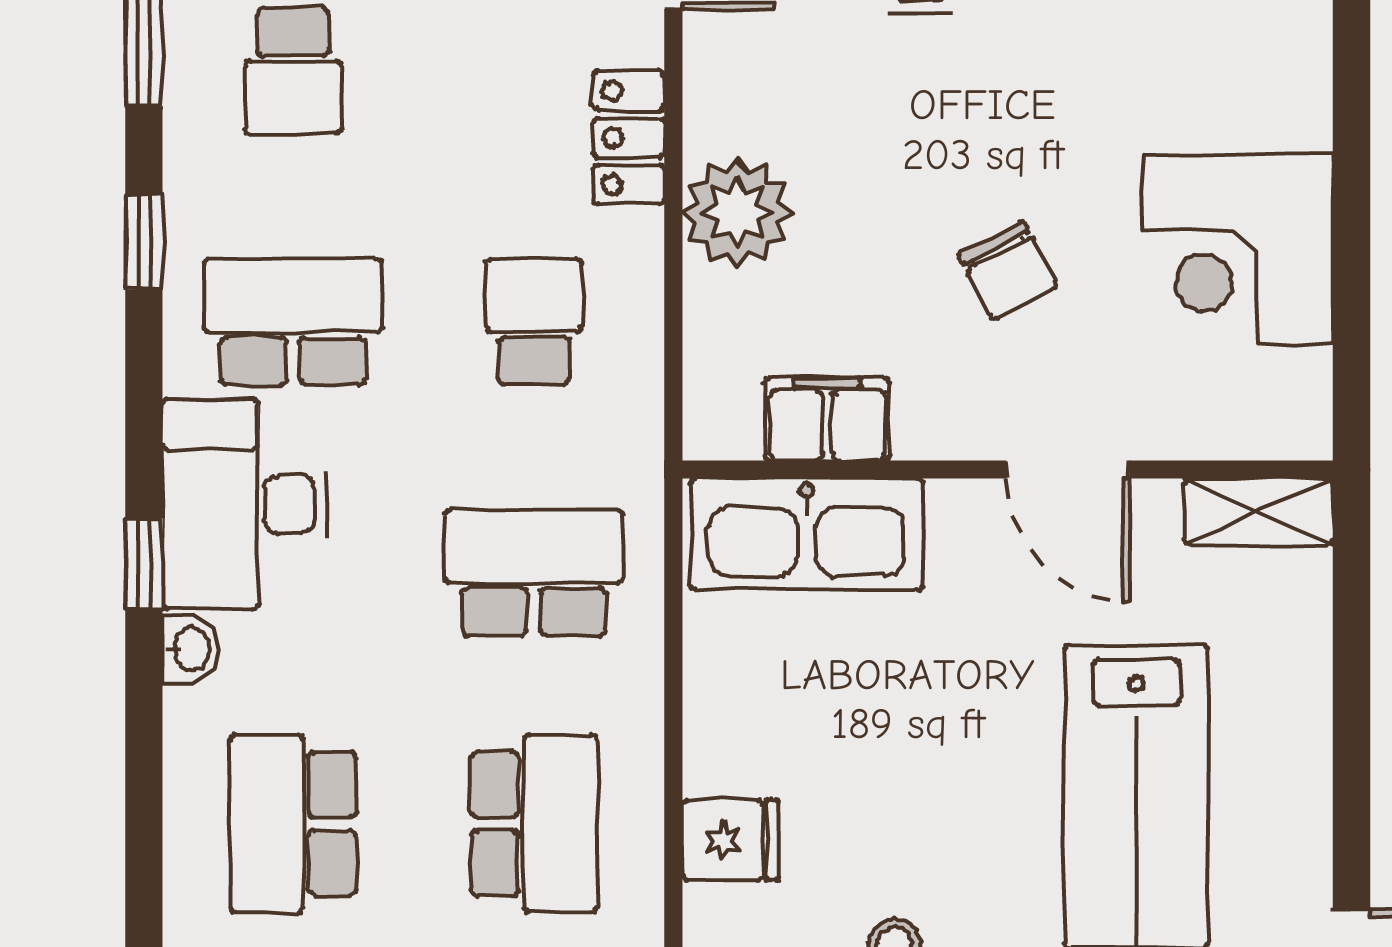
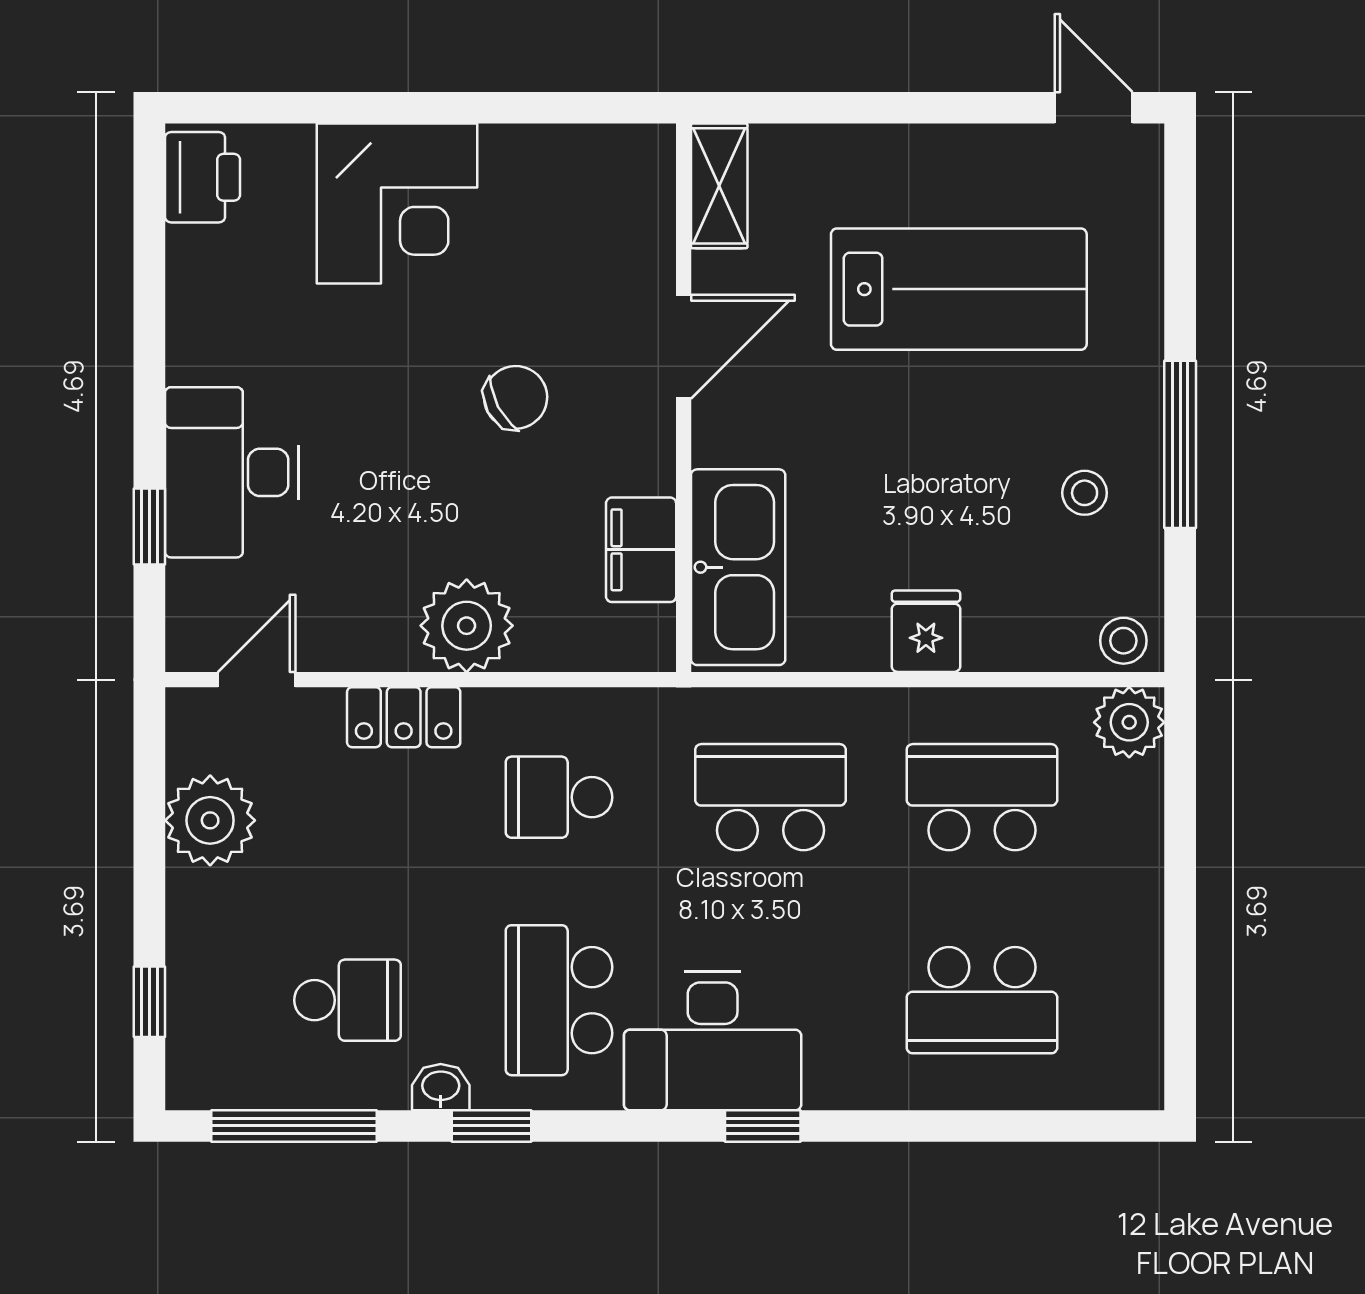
corner desk: (1238, 249) -> (397, 204), moved
school desk: (534, 573) -> (770, 797), turned 90
washbasin: (190, 649) -> (441, 1087), moved
fridge: (731, 840) -> (926, 631), moved

